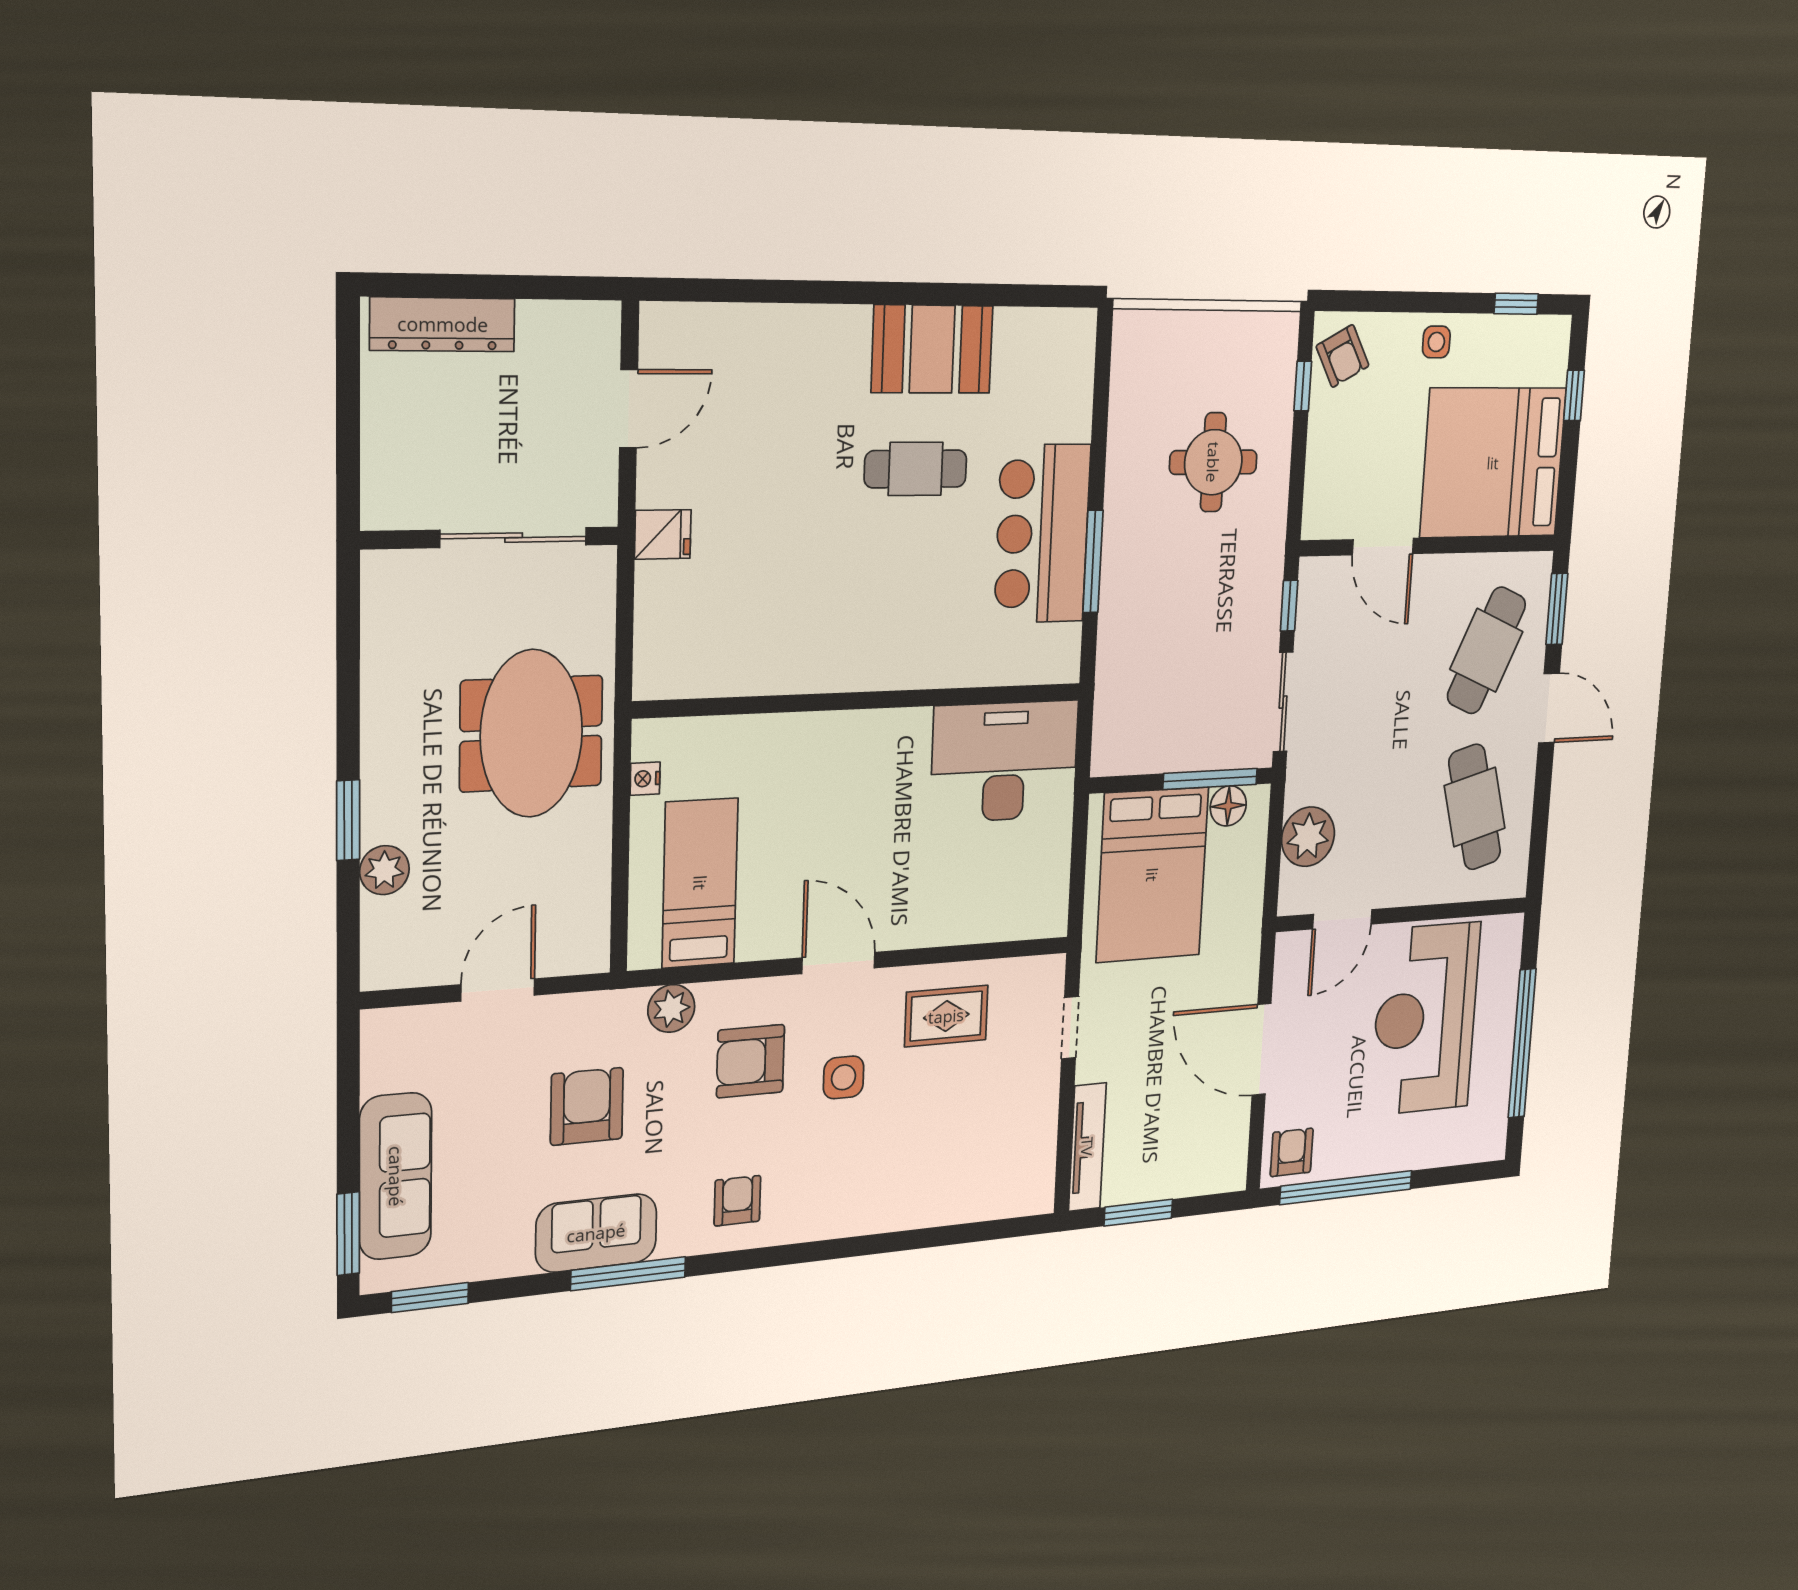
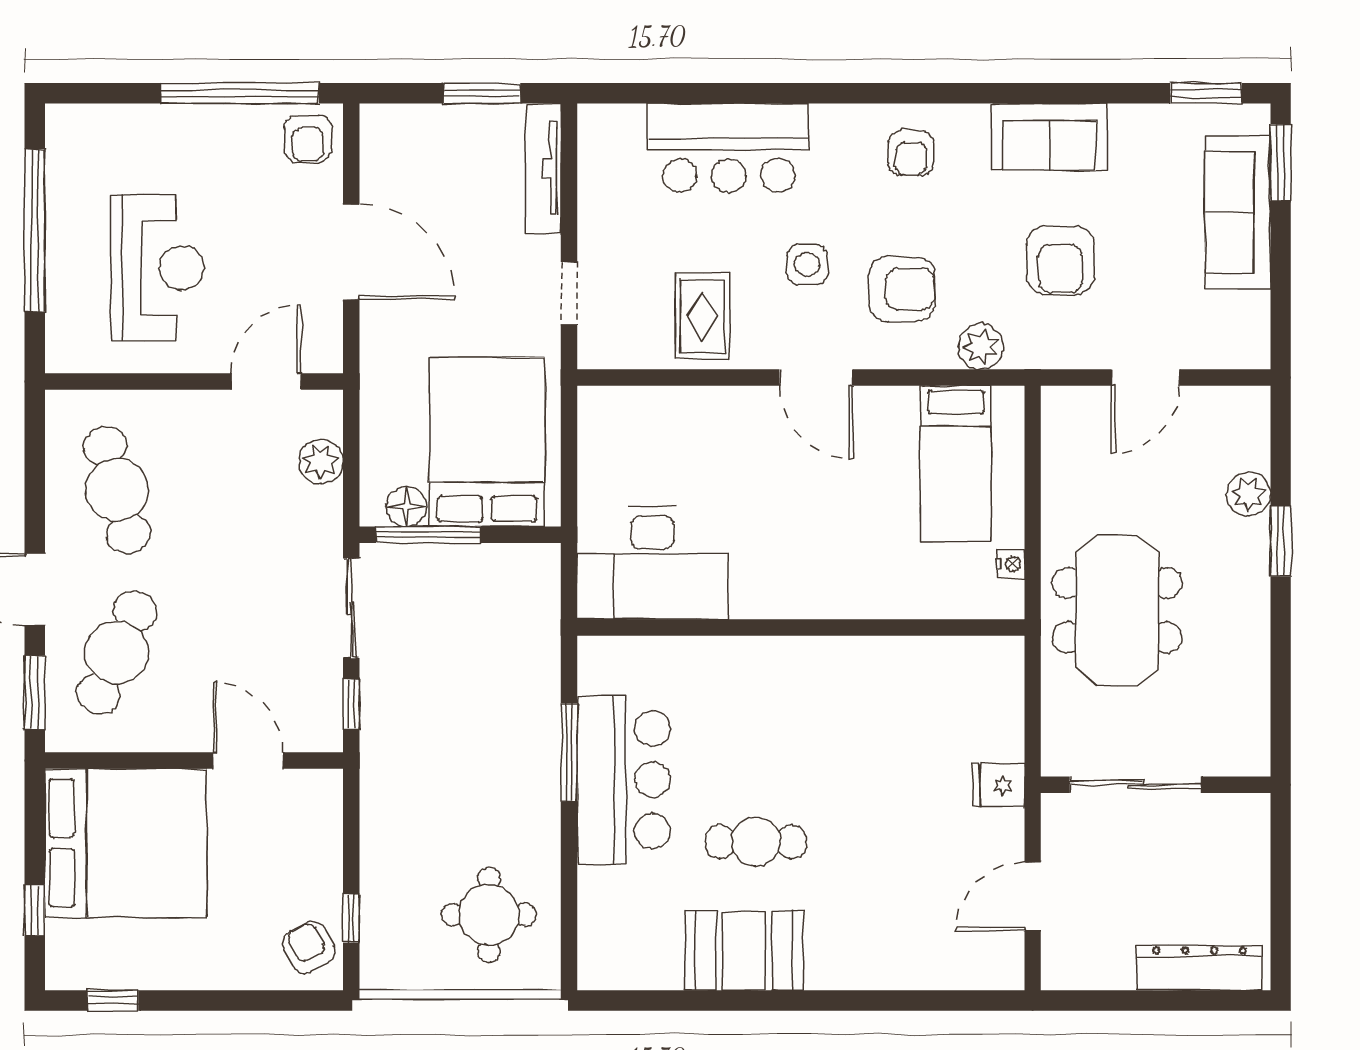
side table: (1436, 342) -> (203, 962), removed
round table: (1213, 462) -> (489, 915), moved
plant: (1308, 837) -> (321, 462), width x0.73, depth x0.73
rug: (946, 1016) -> (703, 316), turned 90
reception desk: (1425, 1019) -> (158, 268), width x0.74, depth x0.77
bar counter: (915, 1186) -> (729, 148), added
window: (628, 1274) -> (1018, 93), removed

